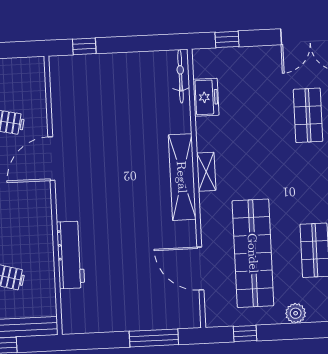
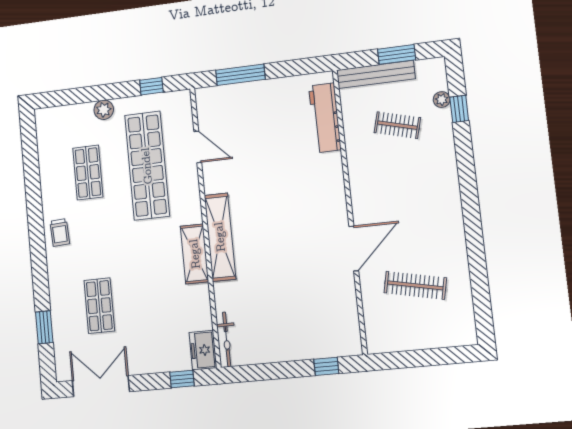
freezer: (206, 97) -> (203, 350), moved
shelving: (206, 172) -> (195, 254), width x1.50, depth x1.33
workbench: (71, 255) -> (325, 118), moved
door: (200, 269) -> (198, 147), width x0.73

